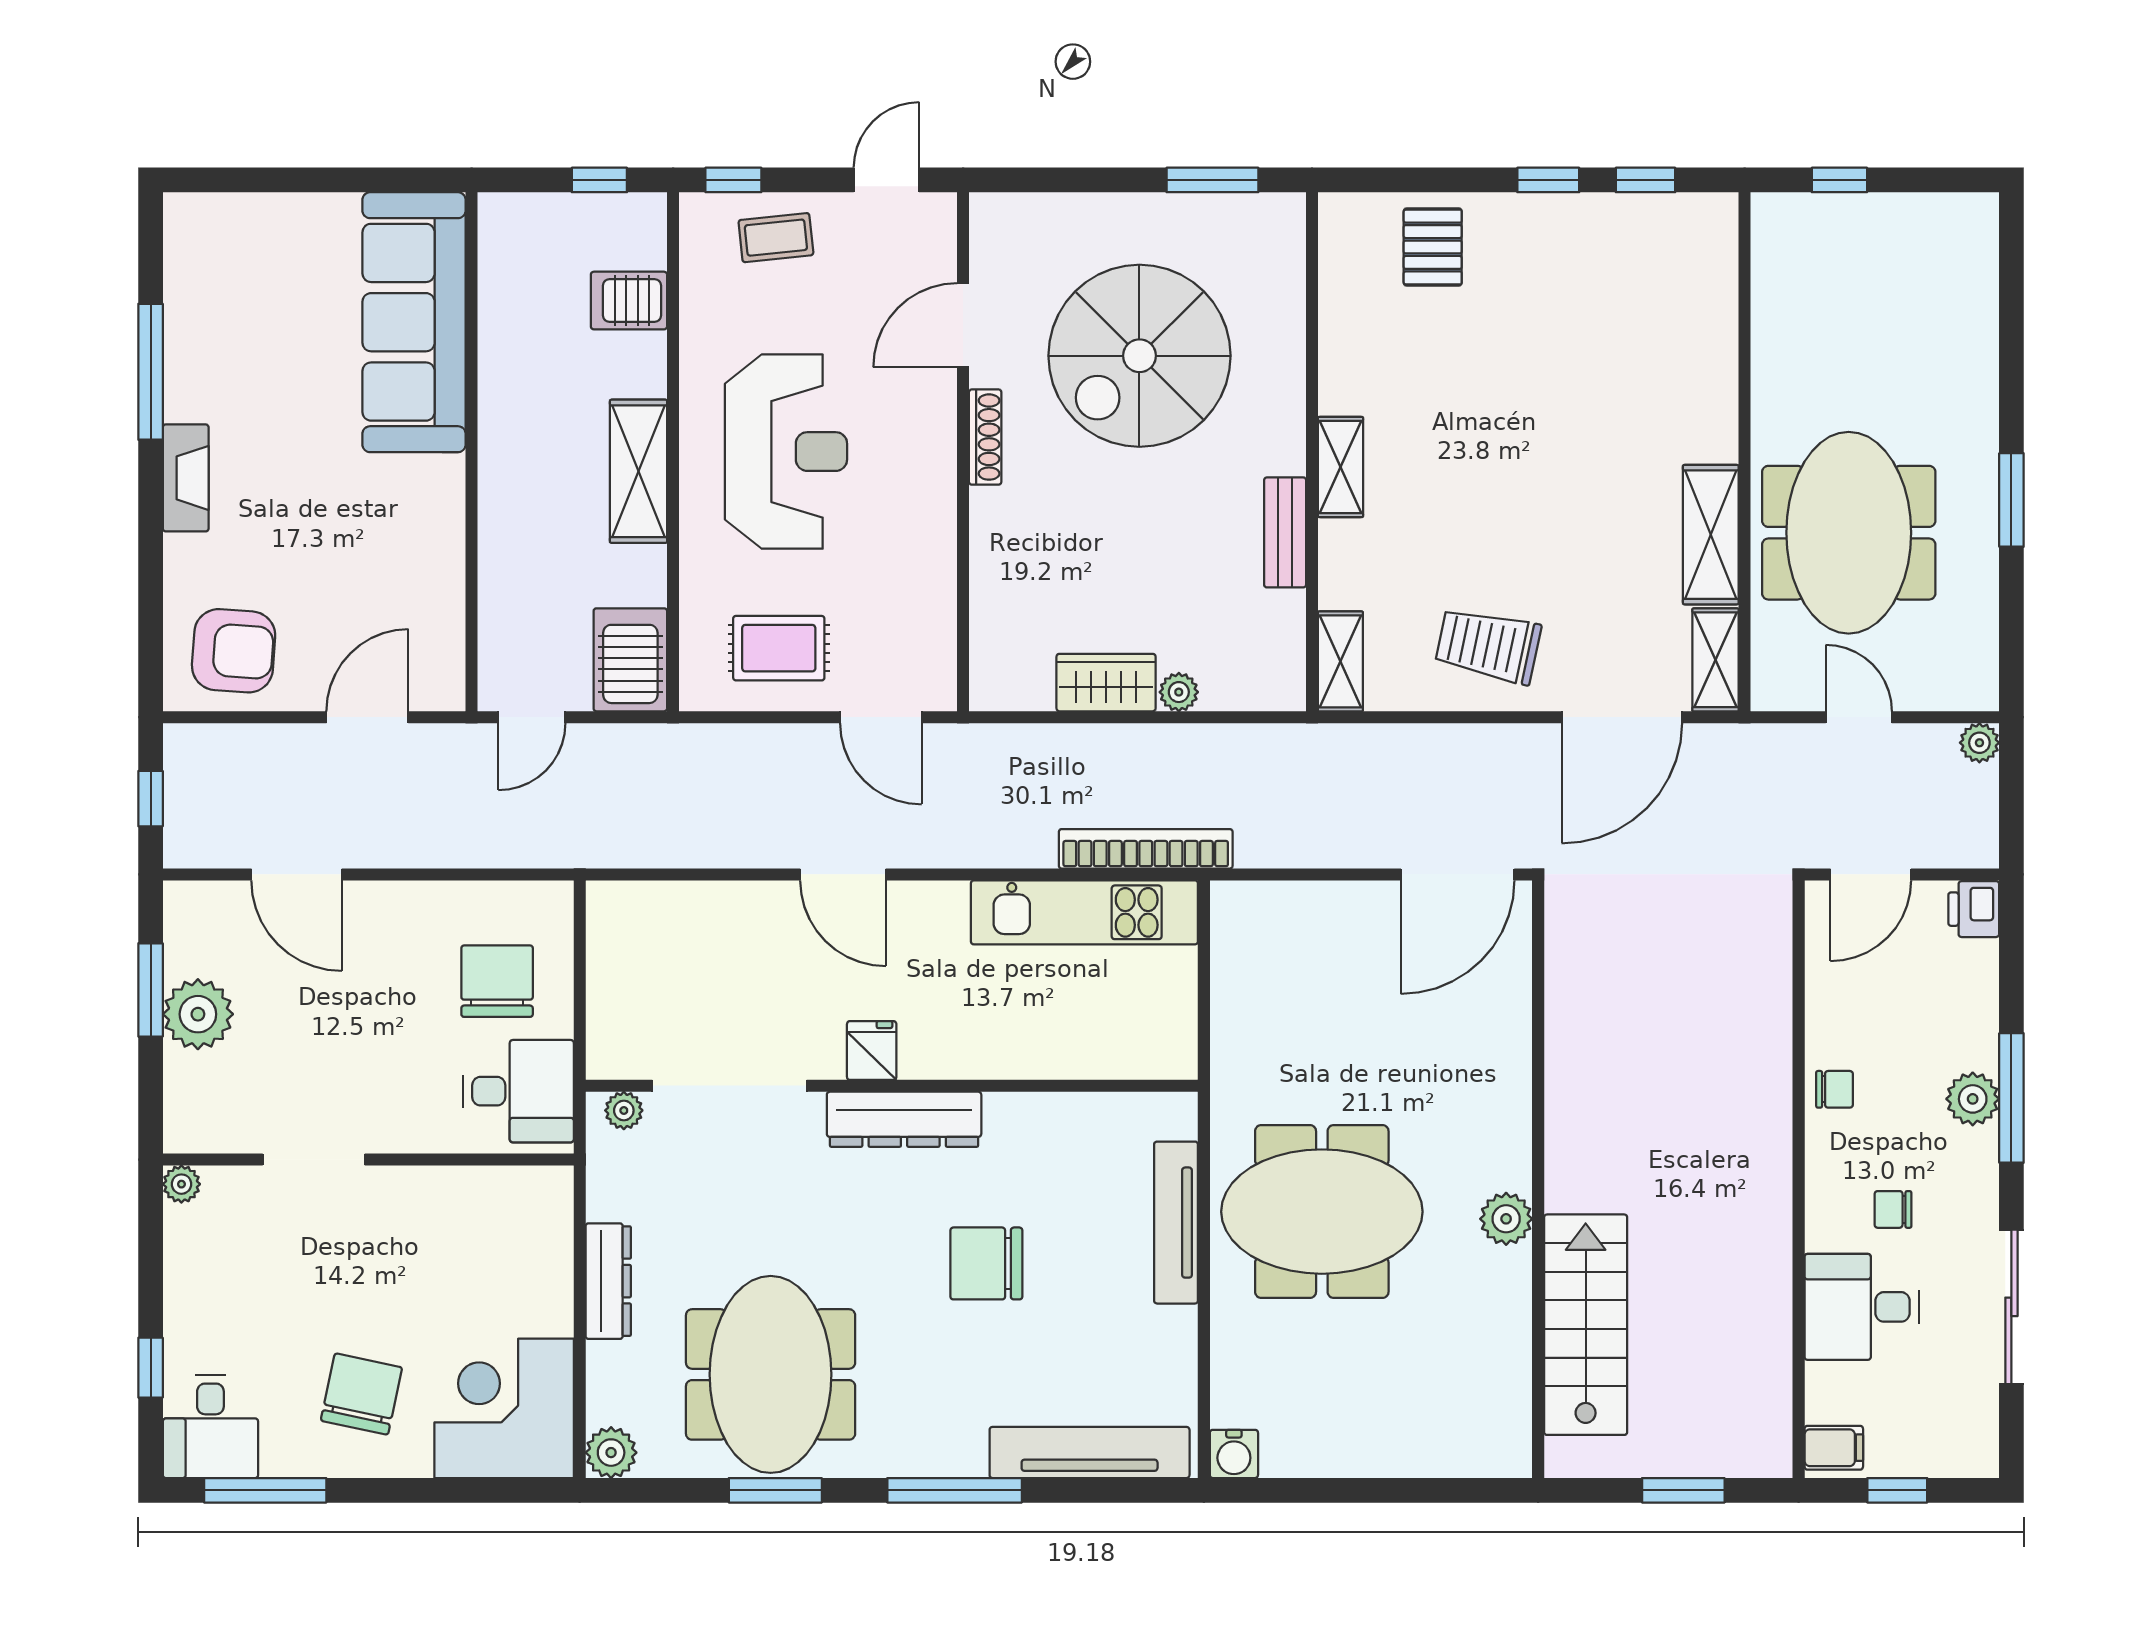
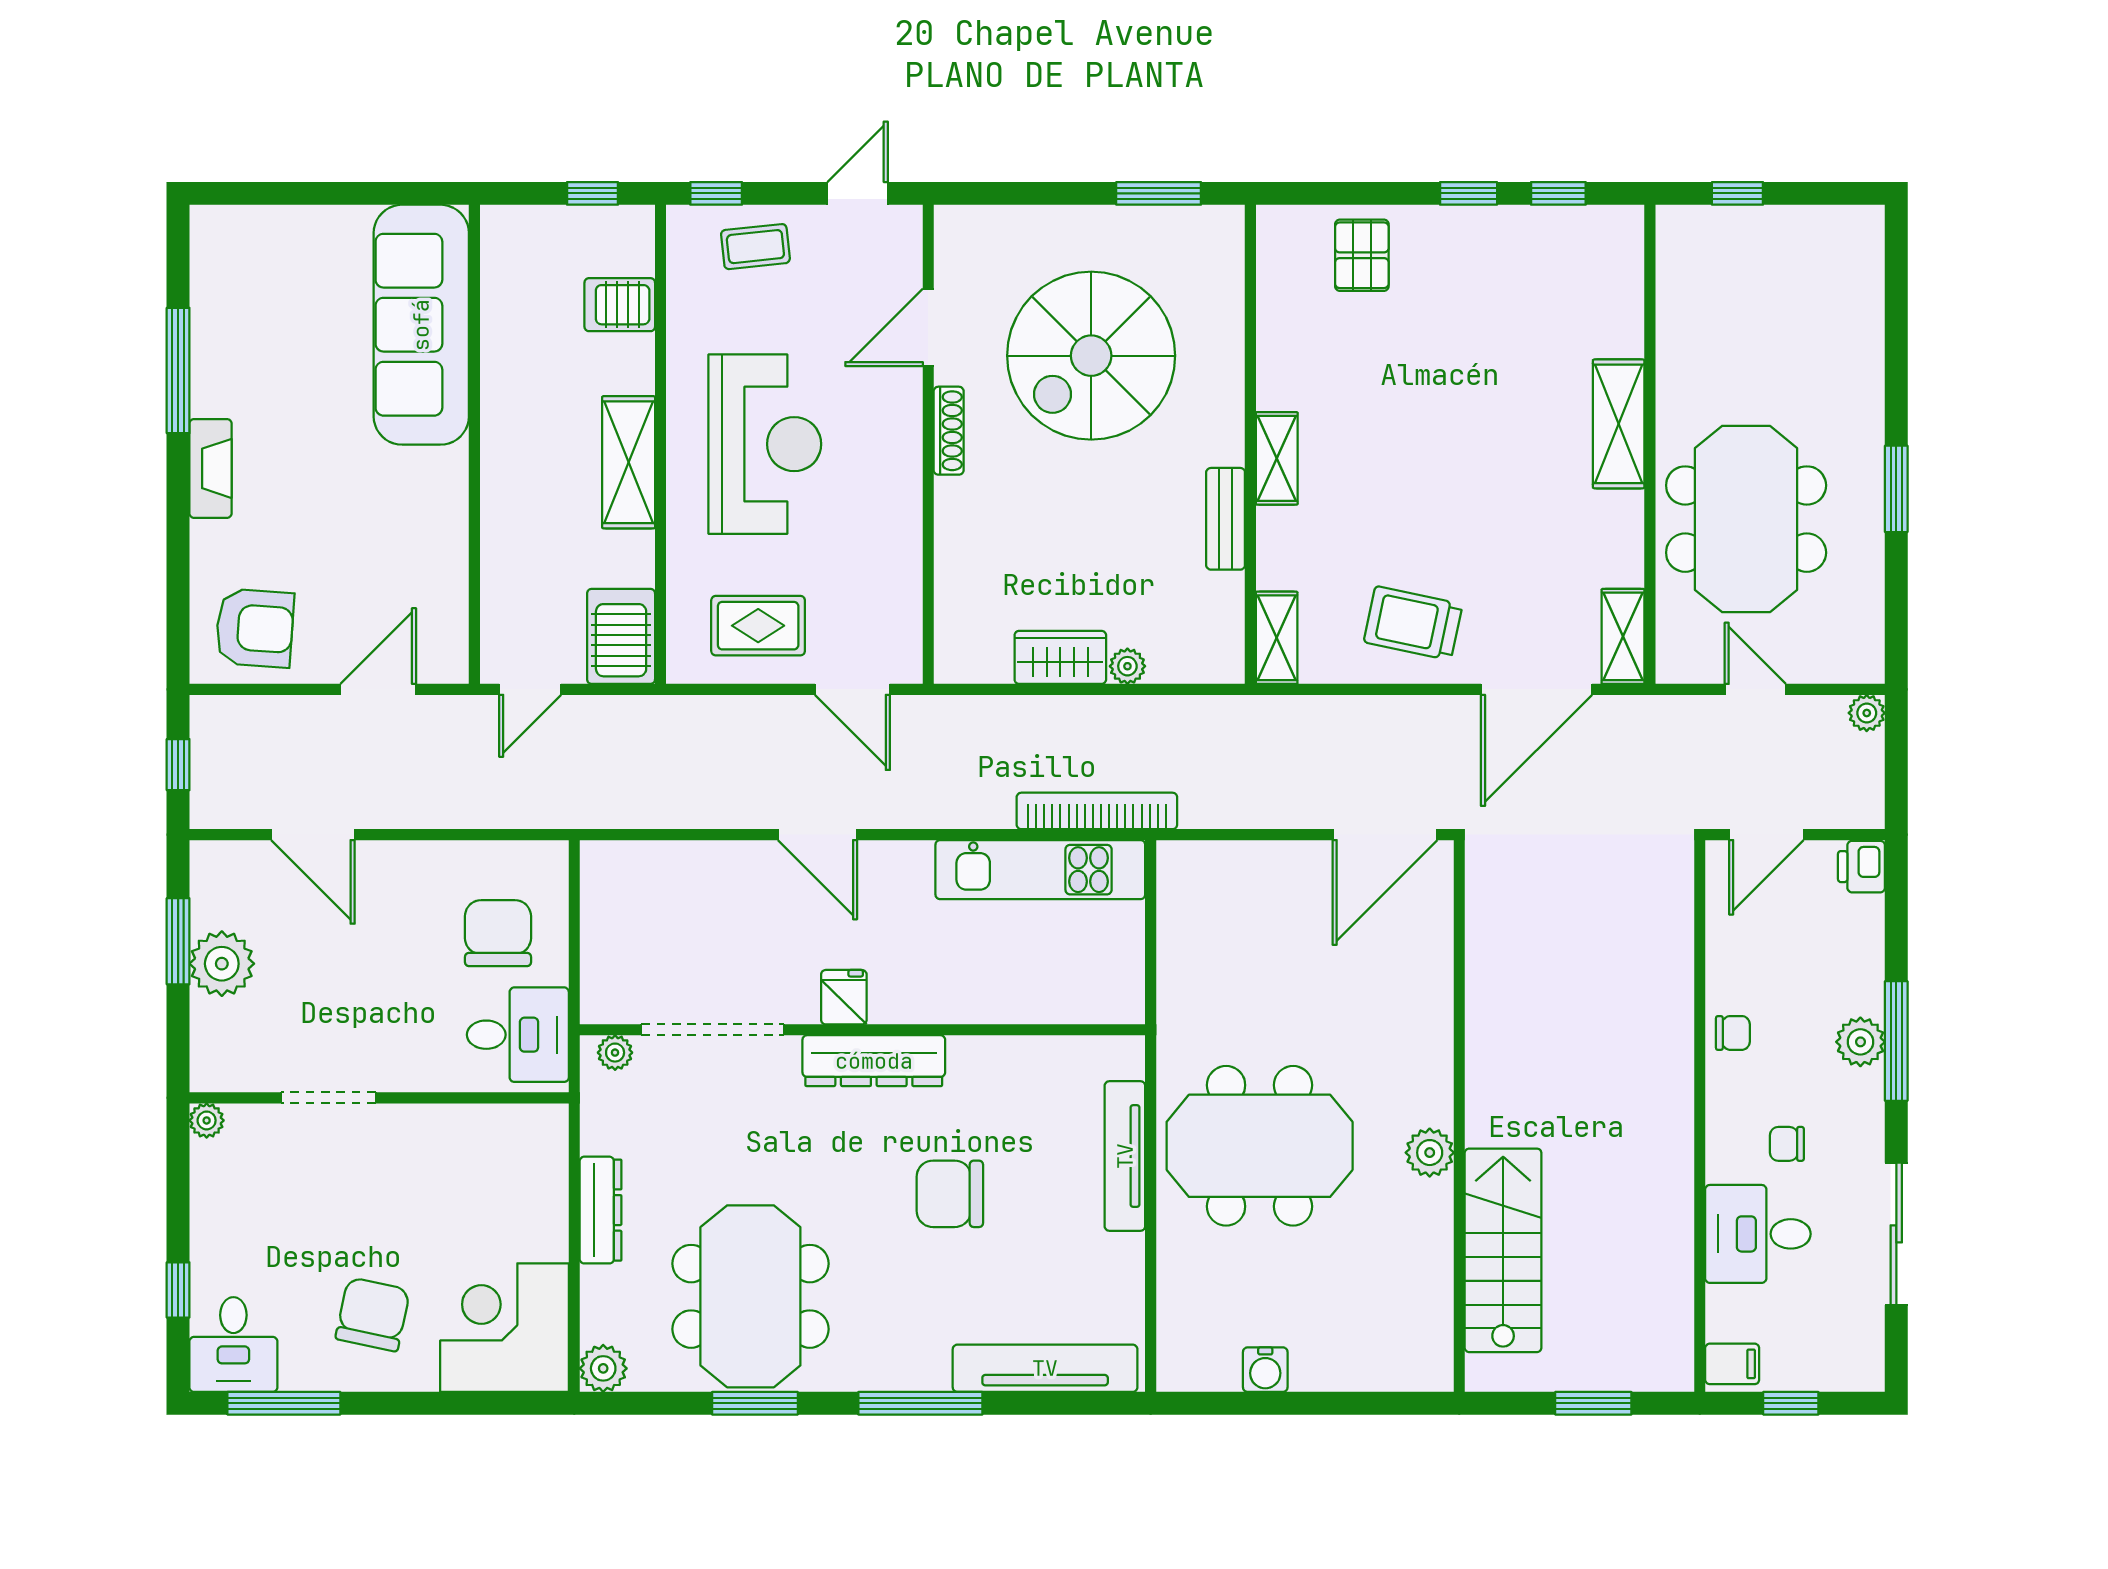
shelving: (1711, 535) -> (1619, 424), moved
water cooler: (1234, 1454) -> (1265, 1370), moved

